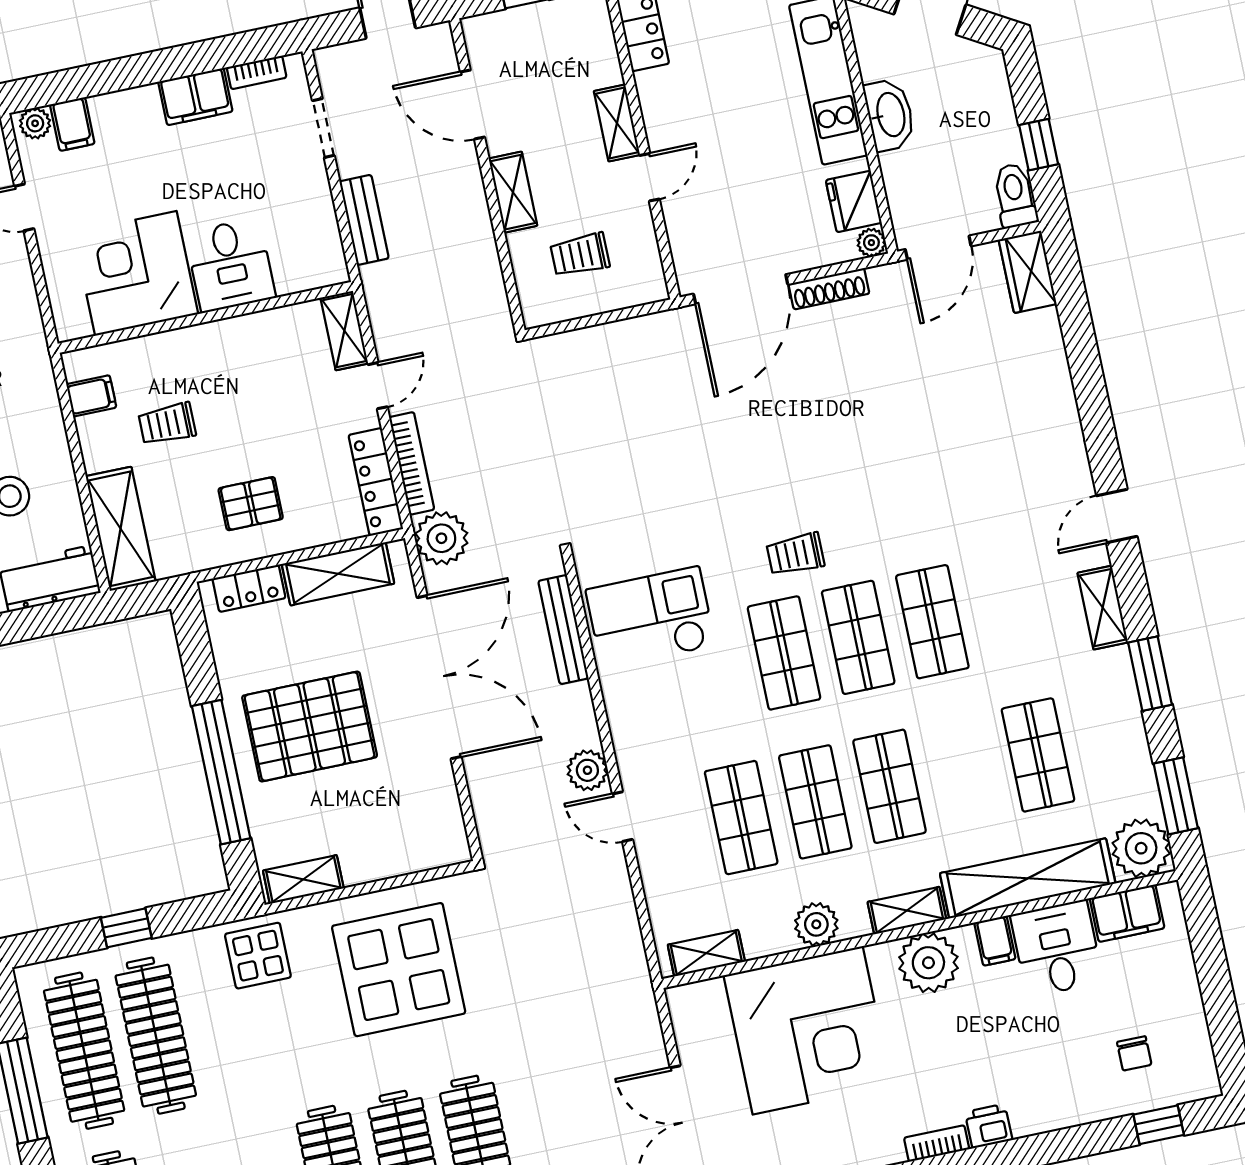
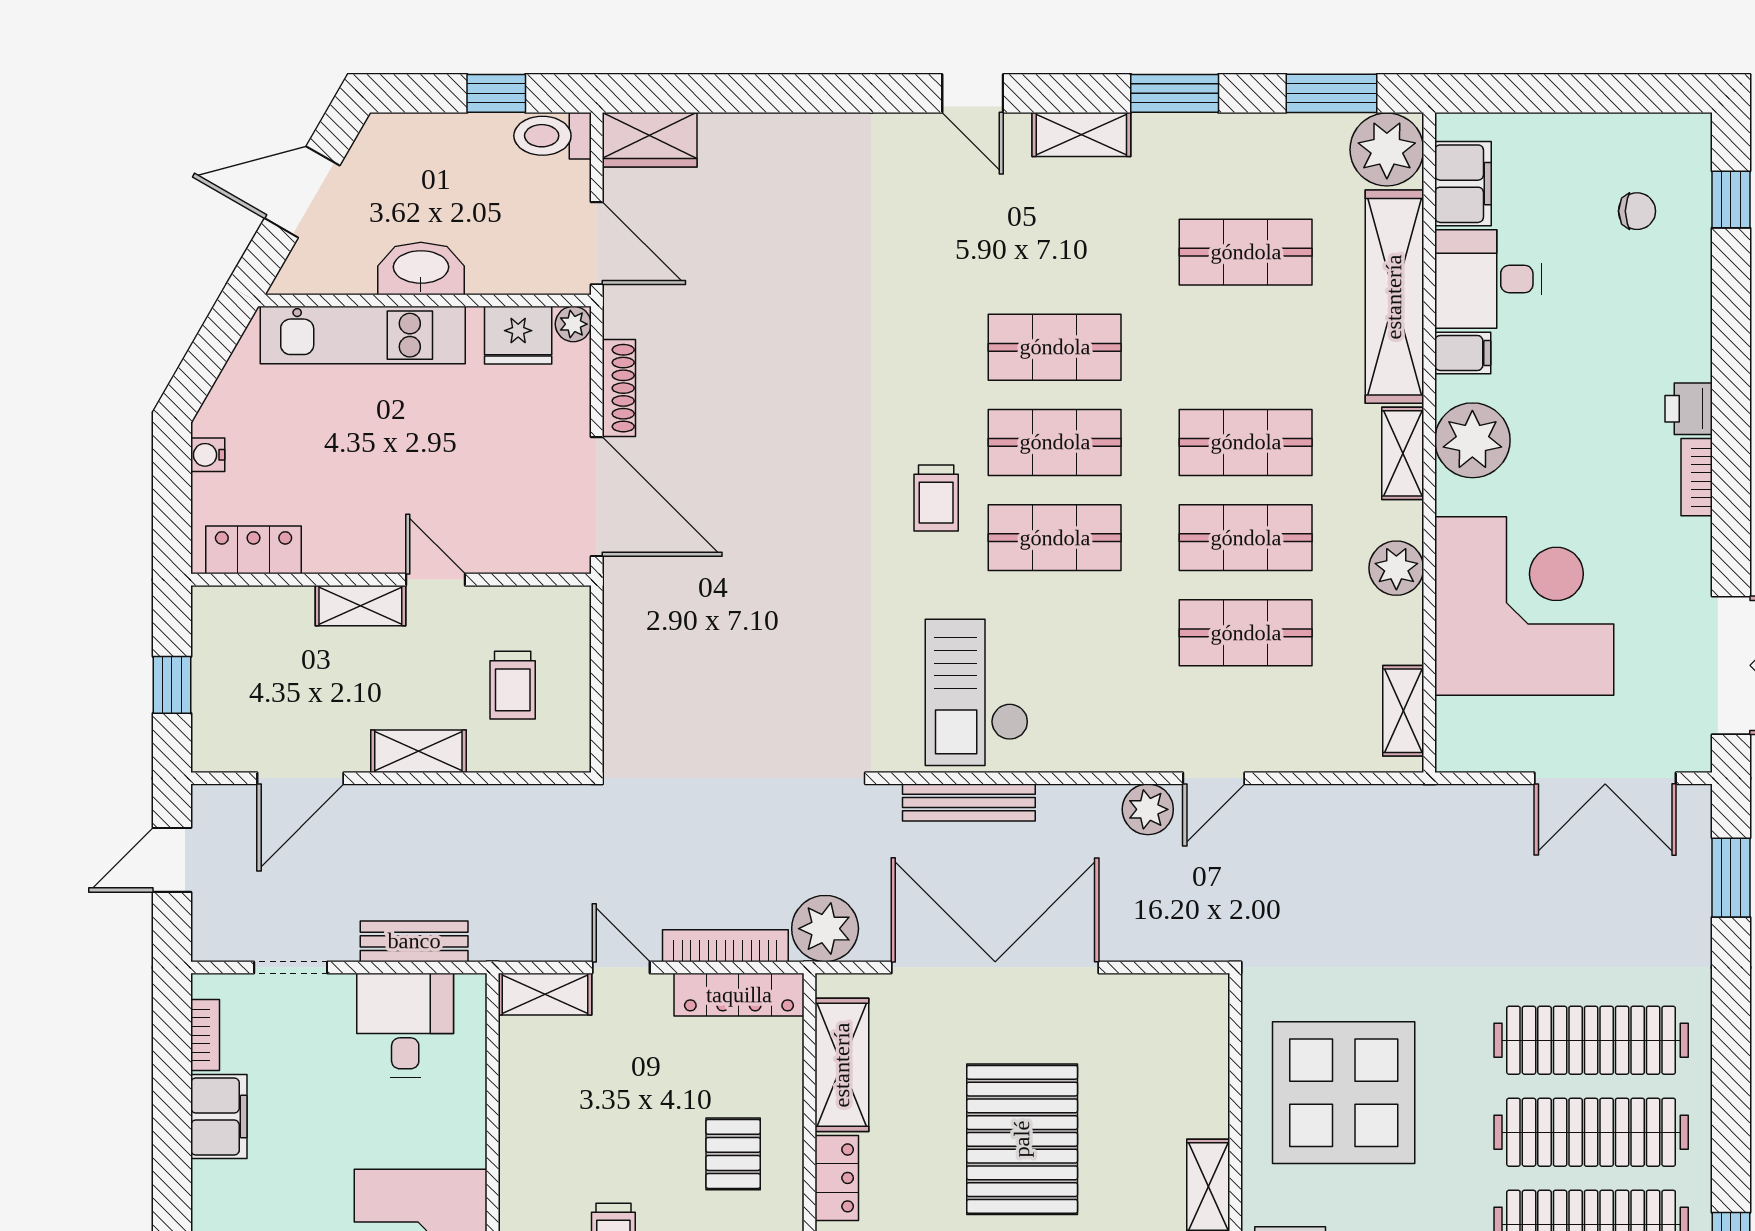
desk: (230, 265) -> (405, 1025), moved, turned -90

